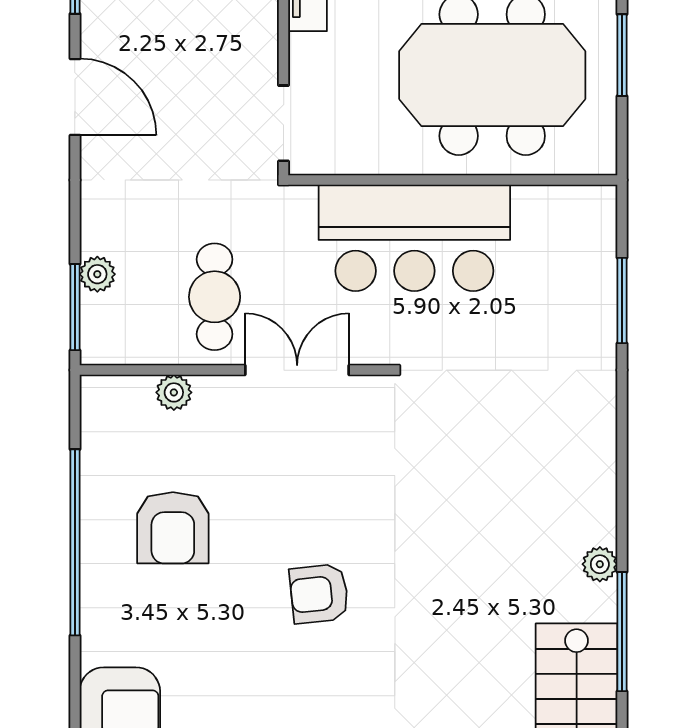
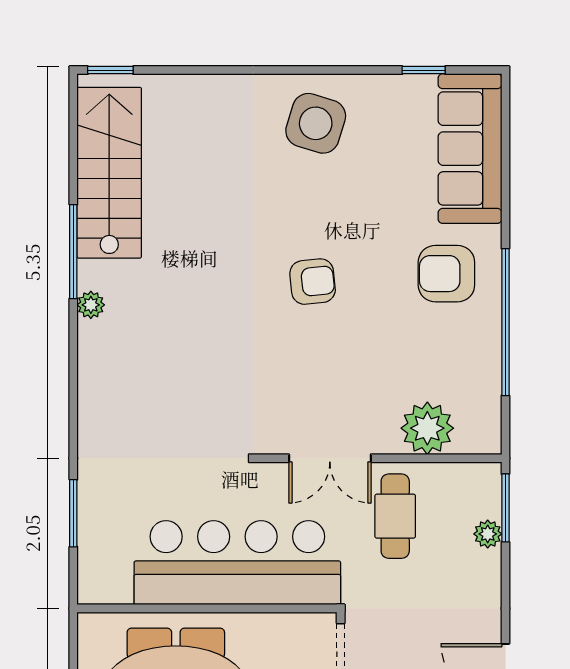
bar counter: (414, 238) -> (237, 563), width x1.36
plant: (174, 392) -> (427, 428), width x1.88, depth x1.88
armchair: (173, 528) -> (446, 274), moved, turned -90

